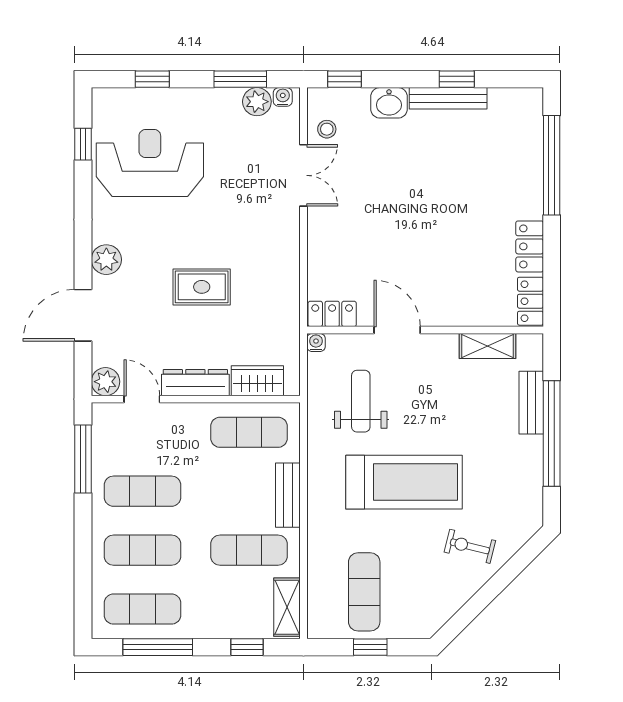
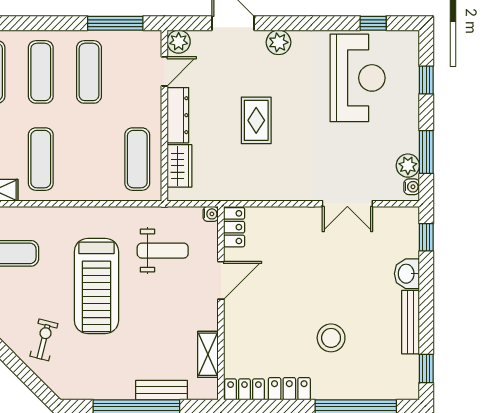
window: (457, 79) -> (426, 368), moved
stool: (327, 129) -> (331, 338), moved, width x1.89, depth x1.89
bench: (288, 495) -> (86, 191), removed

